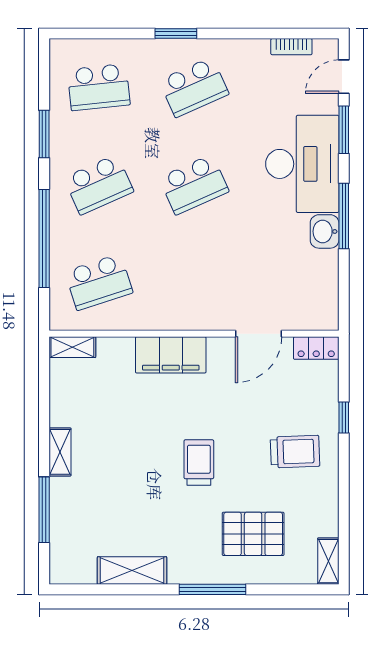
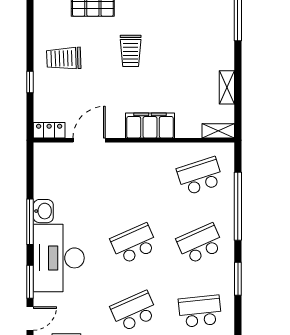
shelving: (60, 452) -> (227, 87), moved

